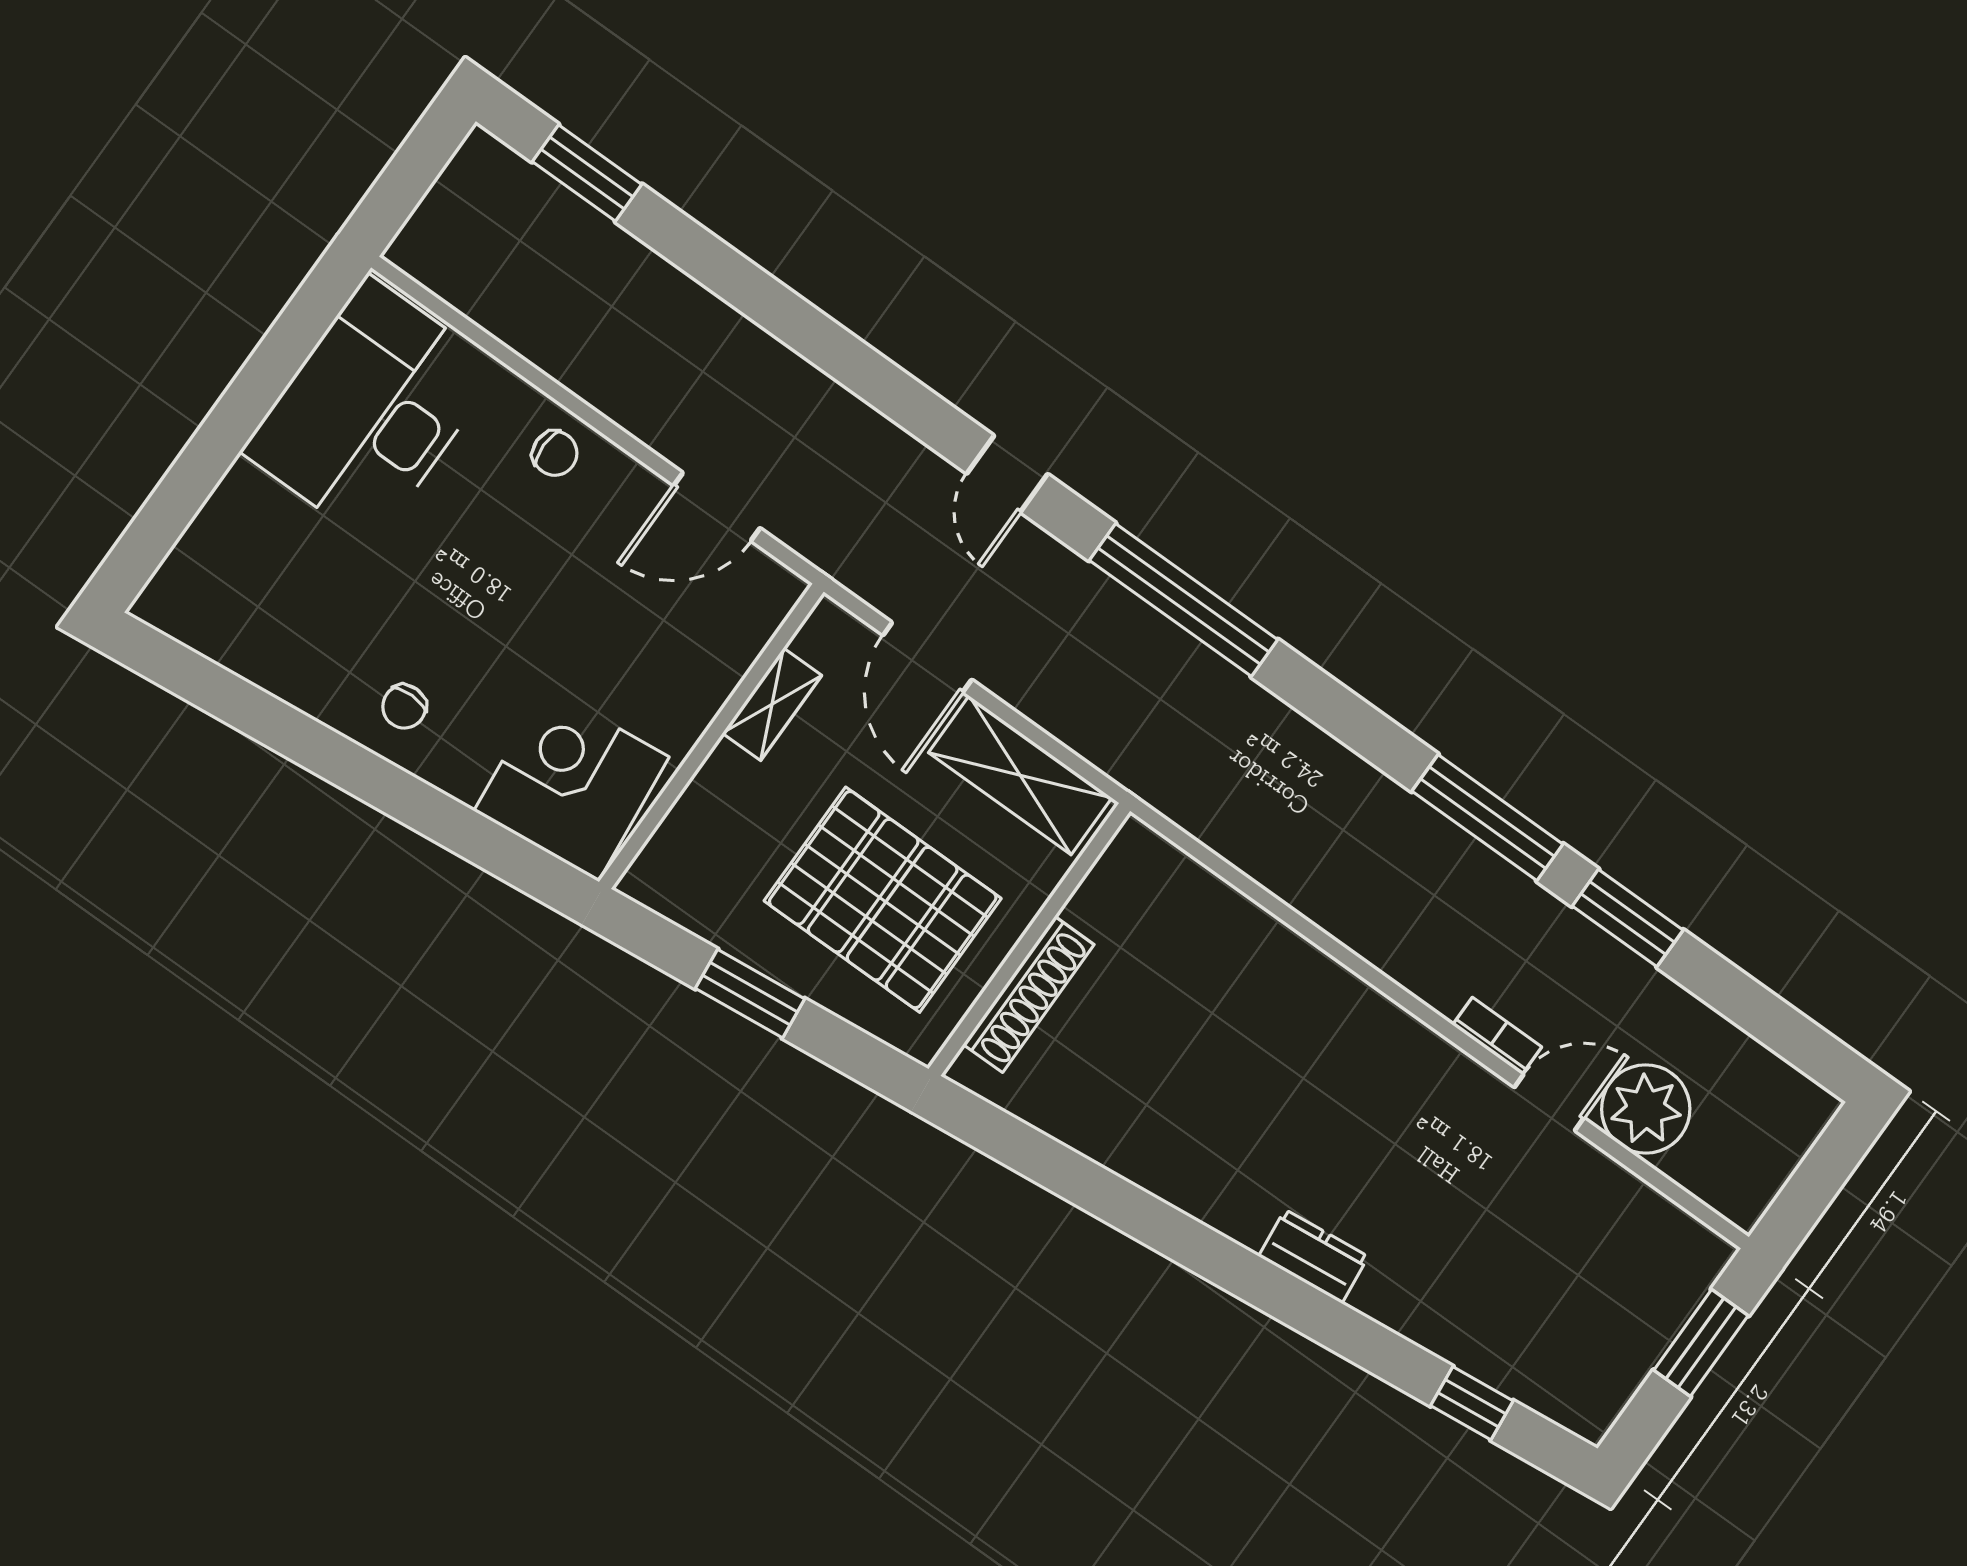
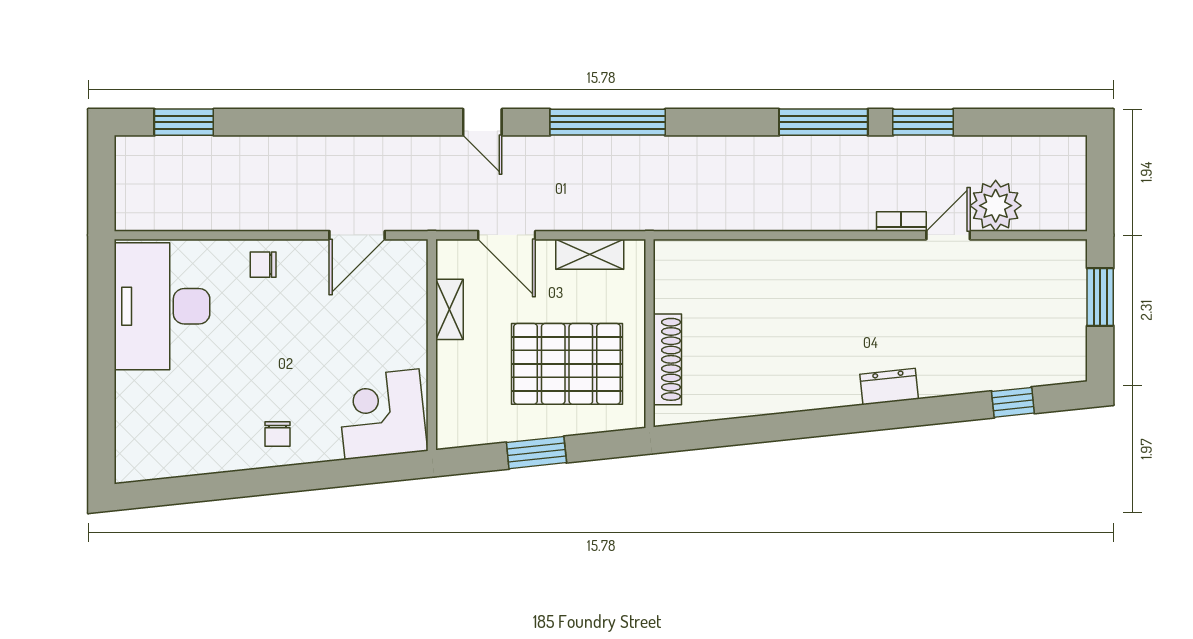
chair: (555, 453) -> (263, 265), turned 180
shelving: (1020, 775) -> (590, 254), width x0.67, depth x0.75

